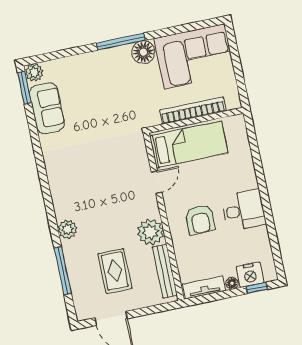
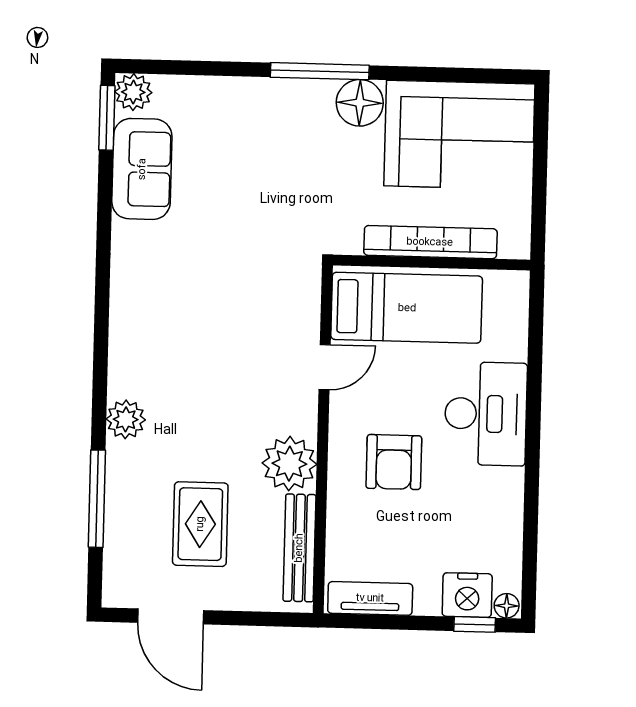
desk: (244, 210) -> (486, 414), moved, width x1.37
floor lamp: (232, 283) -> (507, 606), moved

